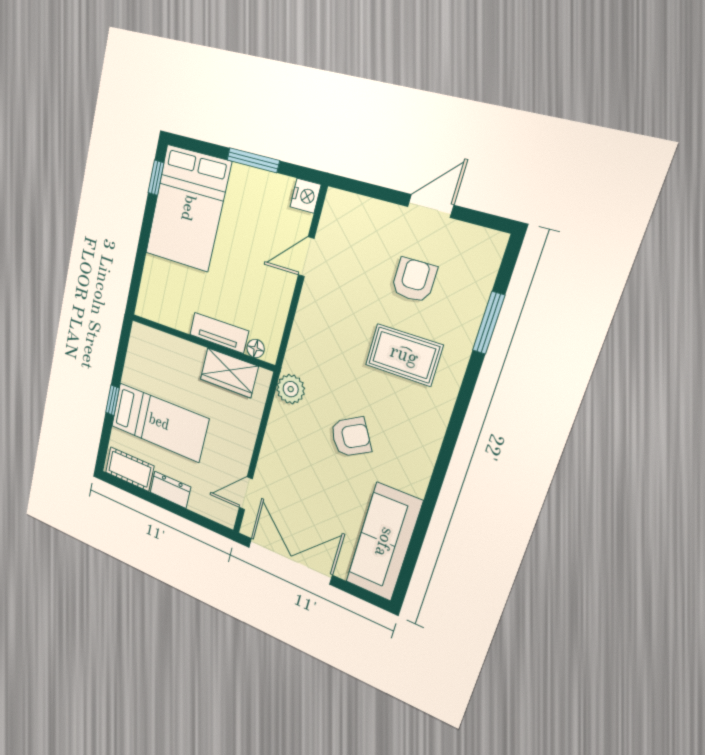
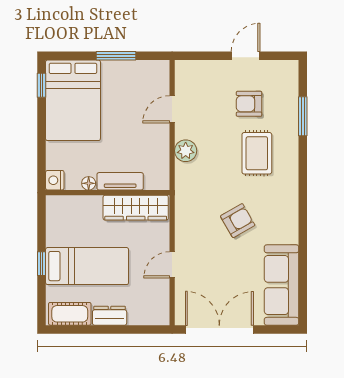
nightstand: (305, 196) -> (55, 180), moved, turned 180
armchair: (414, 280) -> (249, 104), turned -90
floor lamp: (256, 348) -> (89, 183), moved
rug: (404, 355) -> (257, 153), turned 90
wardrobe: (229, 373) -> (136, 208), width x1.50
plant: (291, 389) -> (186, 151), moved
door: (246, 493) -> (172, 265), moved

